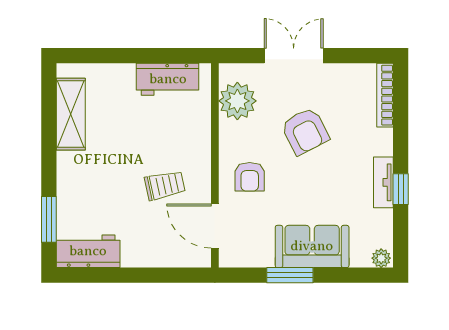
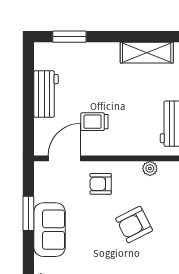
plant: (237, 101) -> (150, 168), width x0.53, depth x0.53
trolley: (165, 185) -> (94, 122), turned 102
workbench: (88, 251) -> (46, 94), moved

